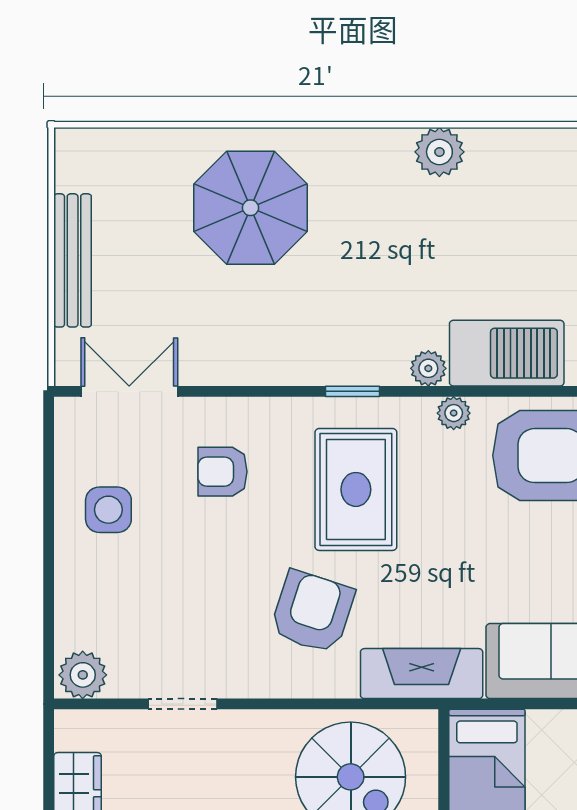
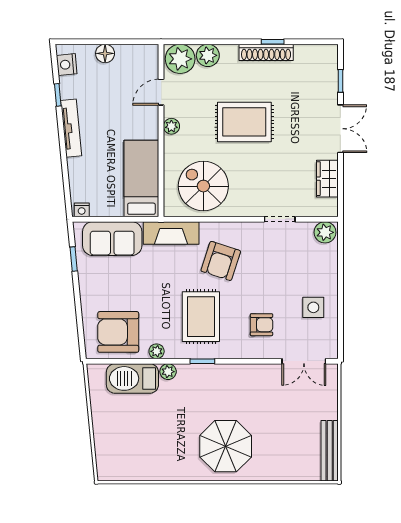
plant: (439, 152) -> (163, 470), removed
parasol: (250, 208) -> (226, 446), moved
bench: (73, 260) -> (330, 451), moved

